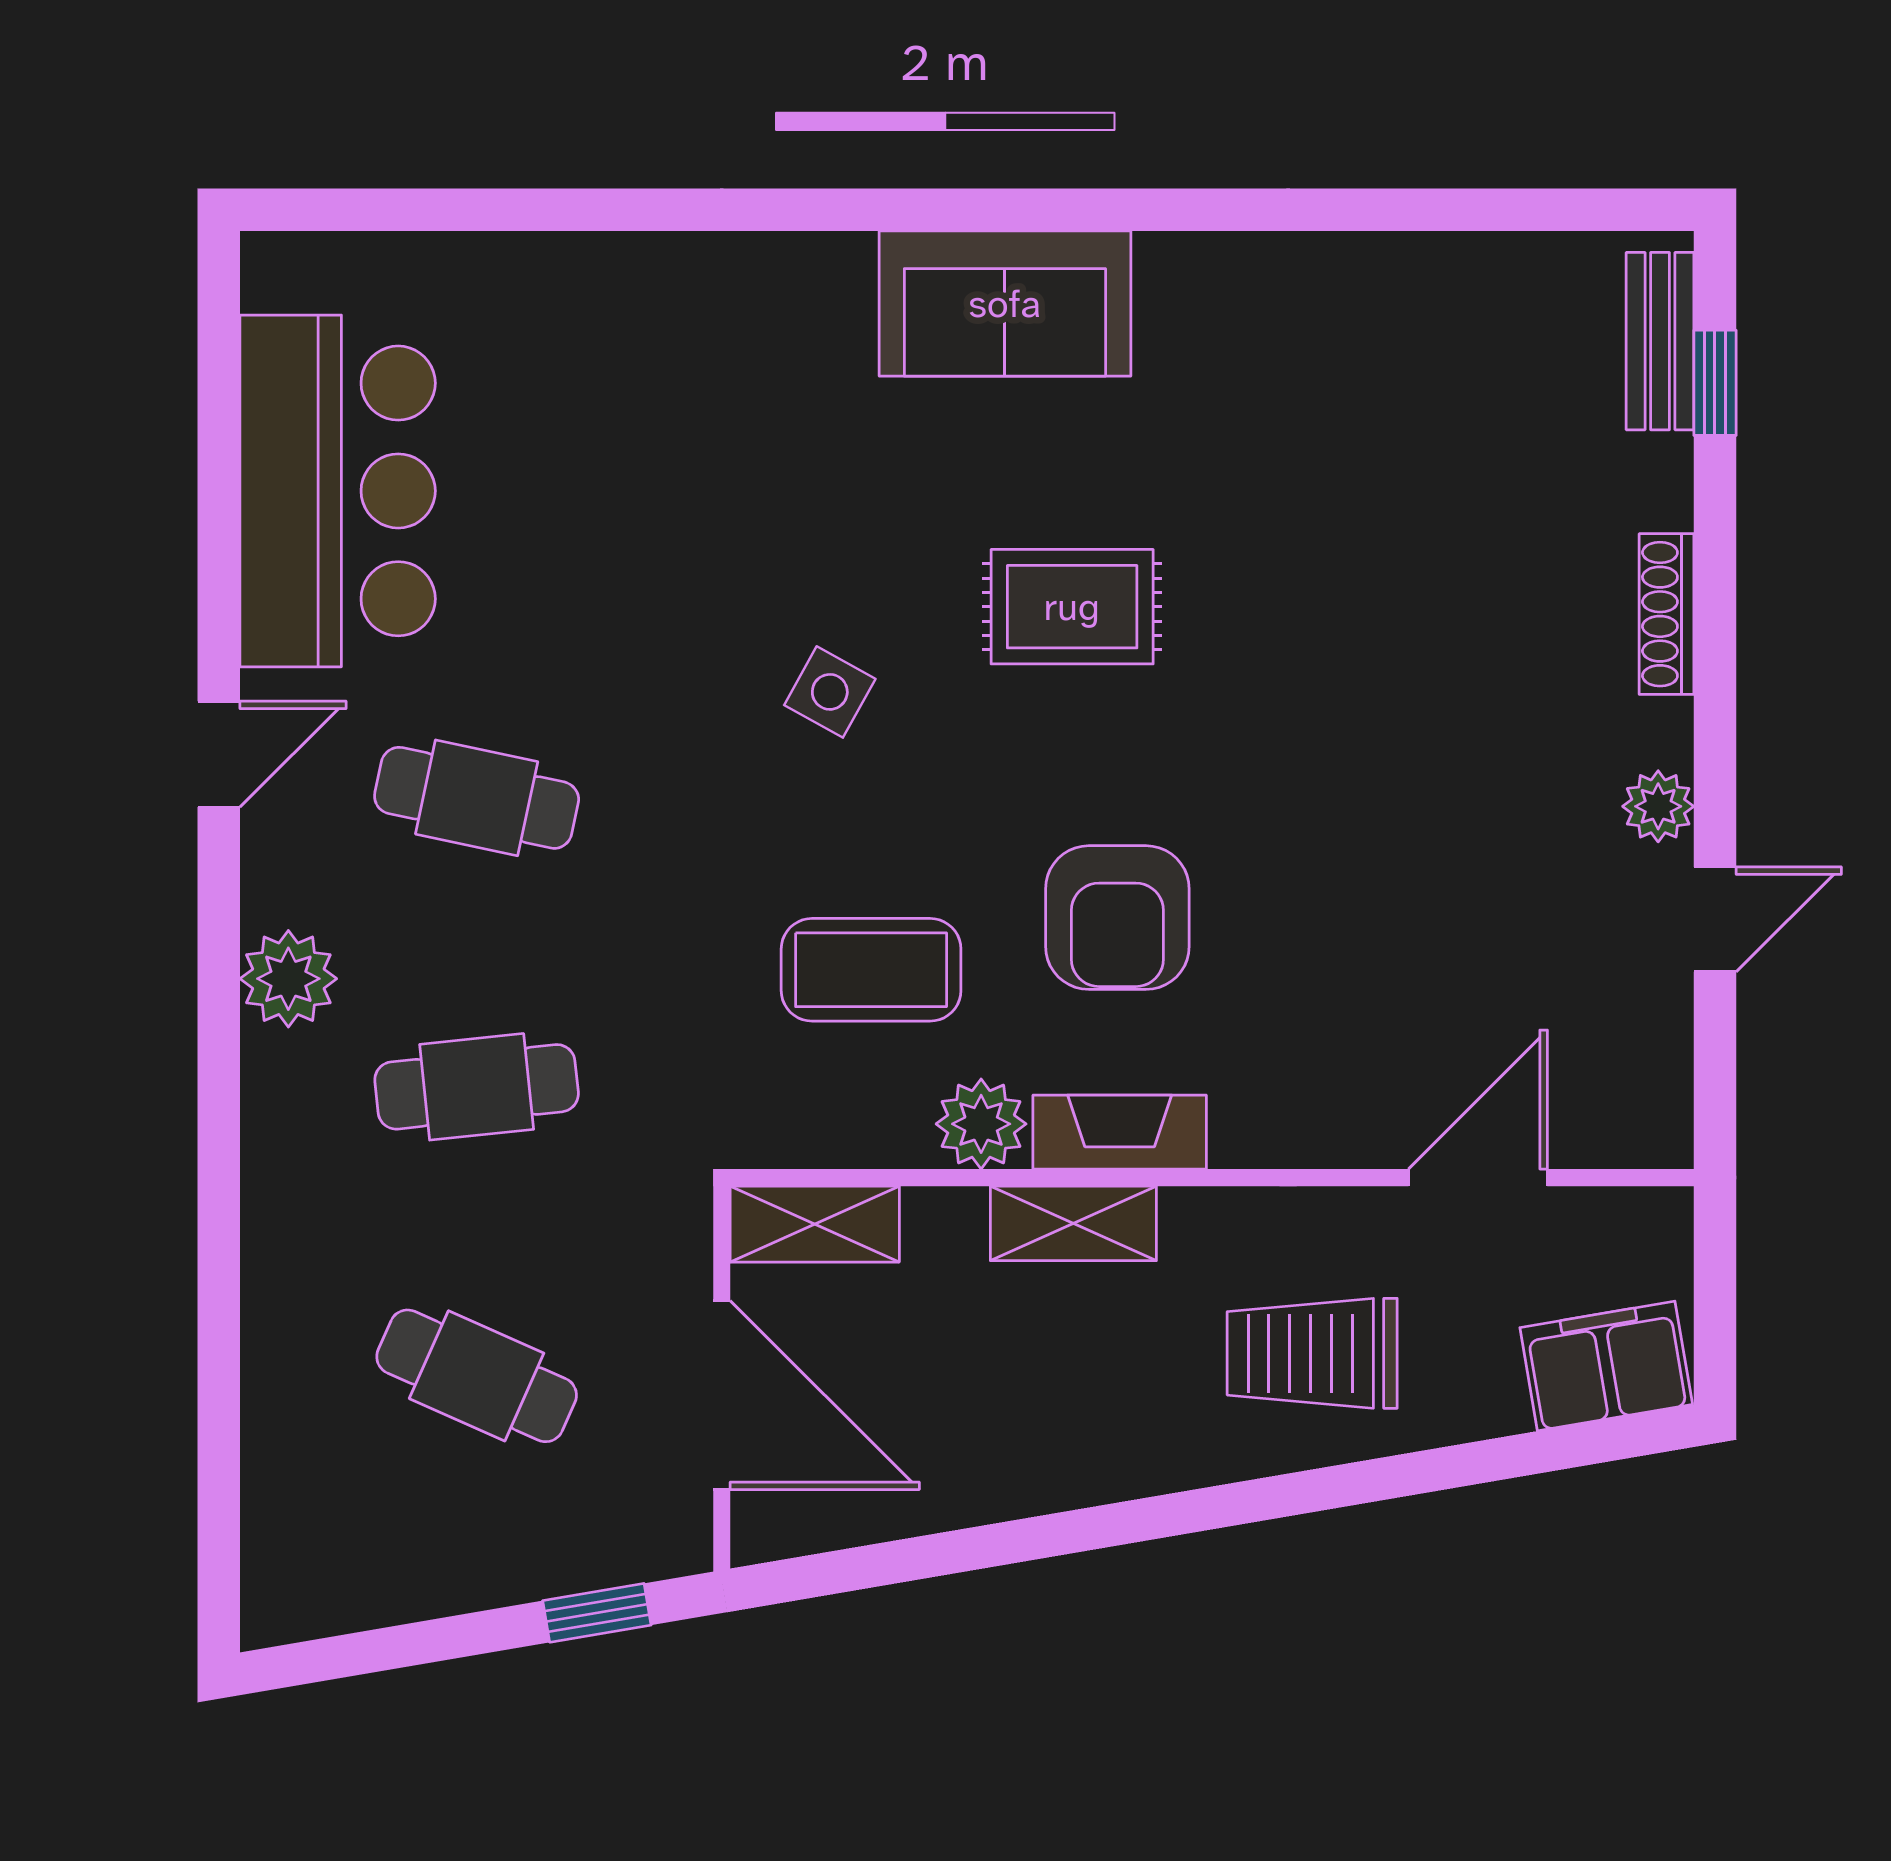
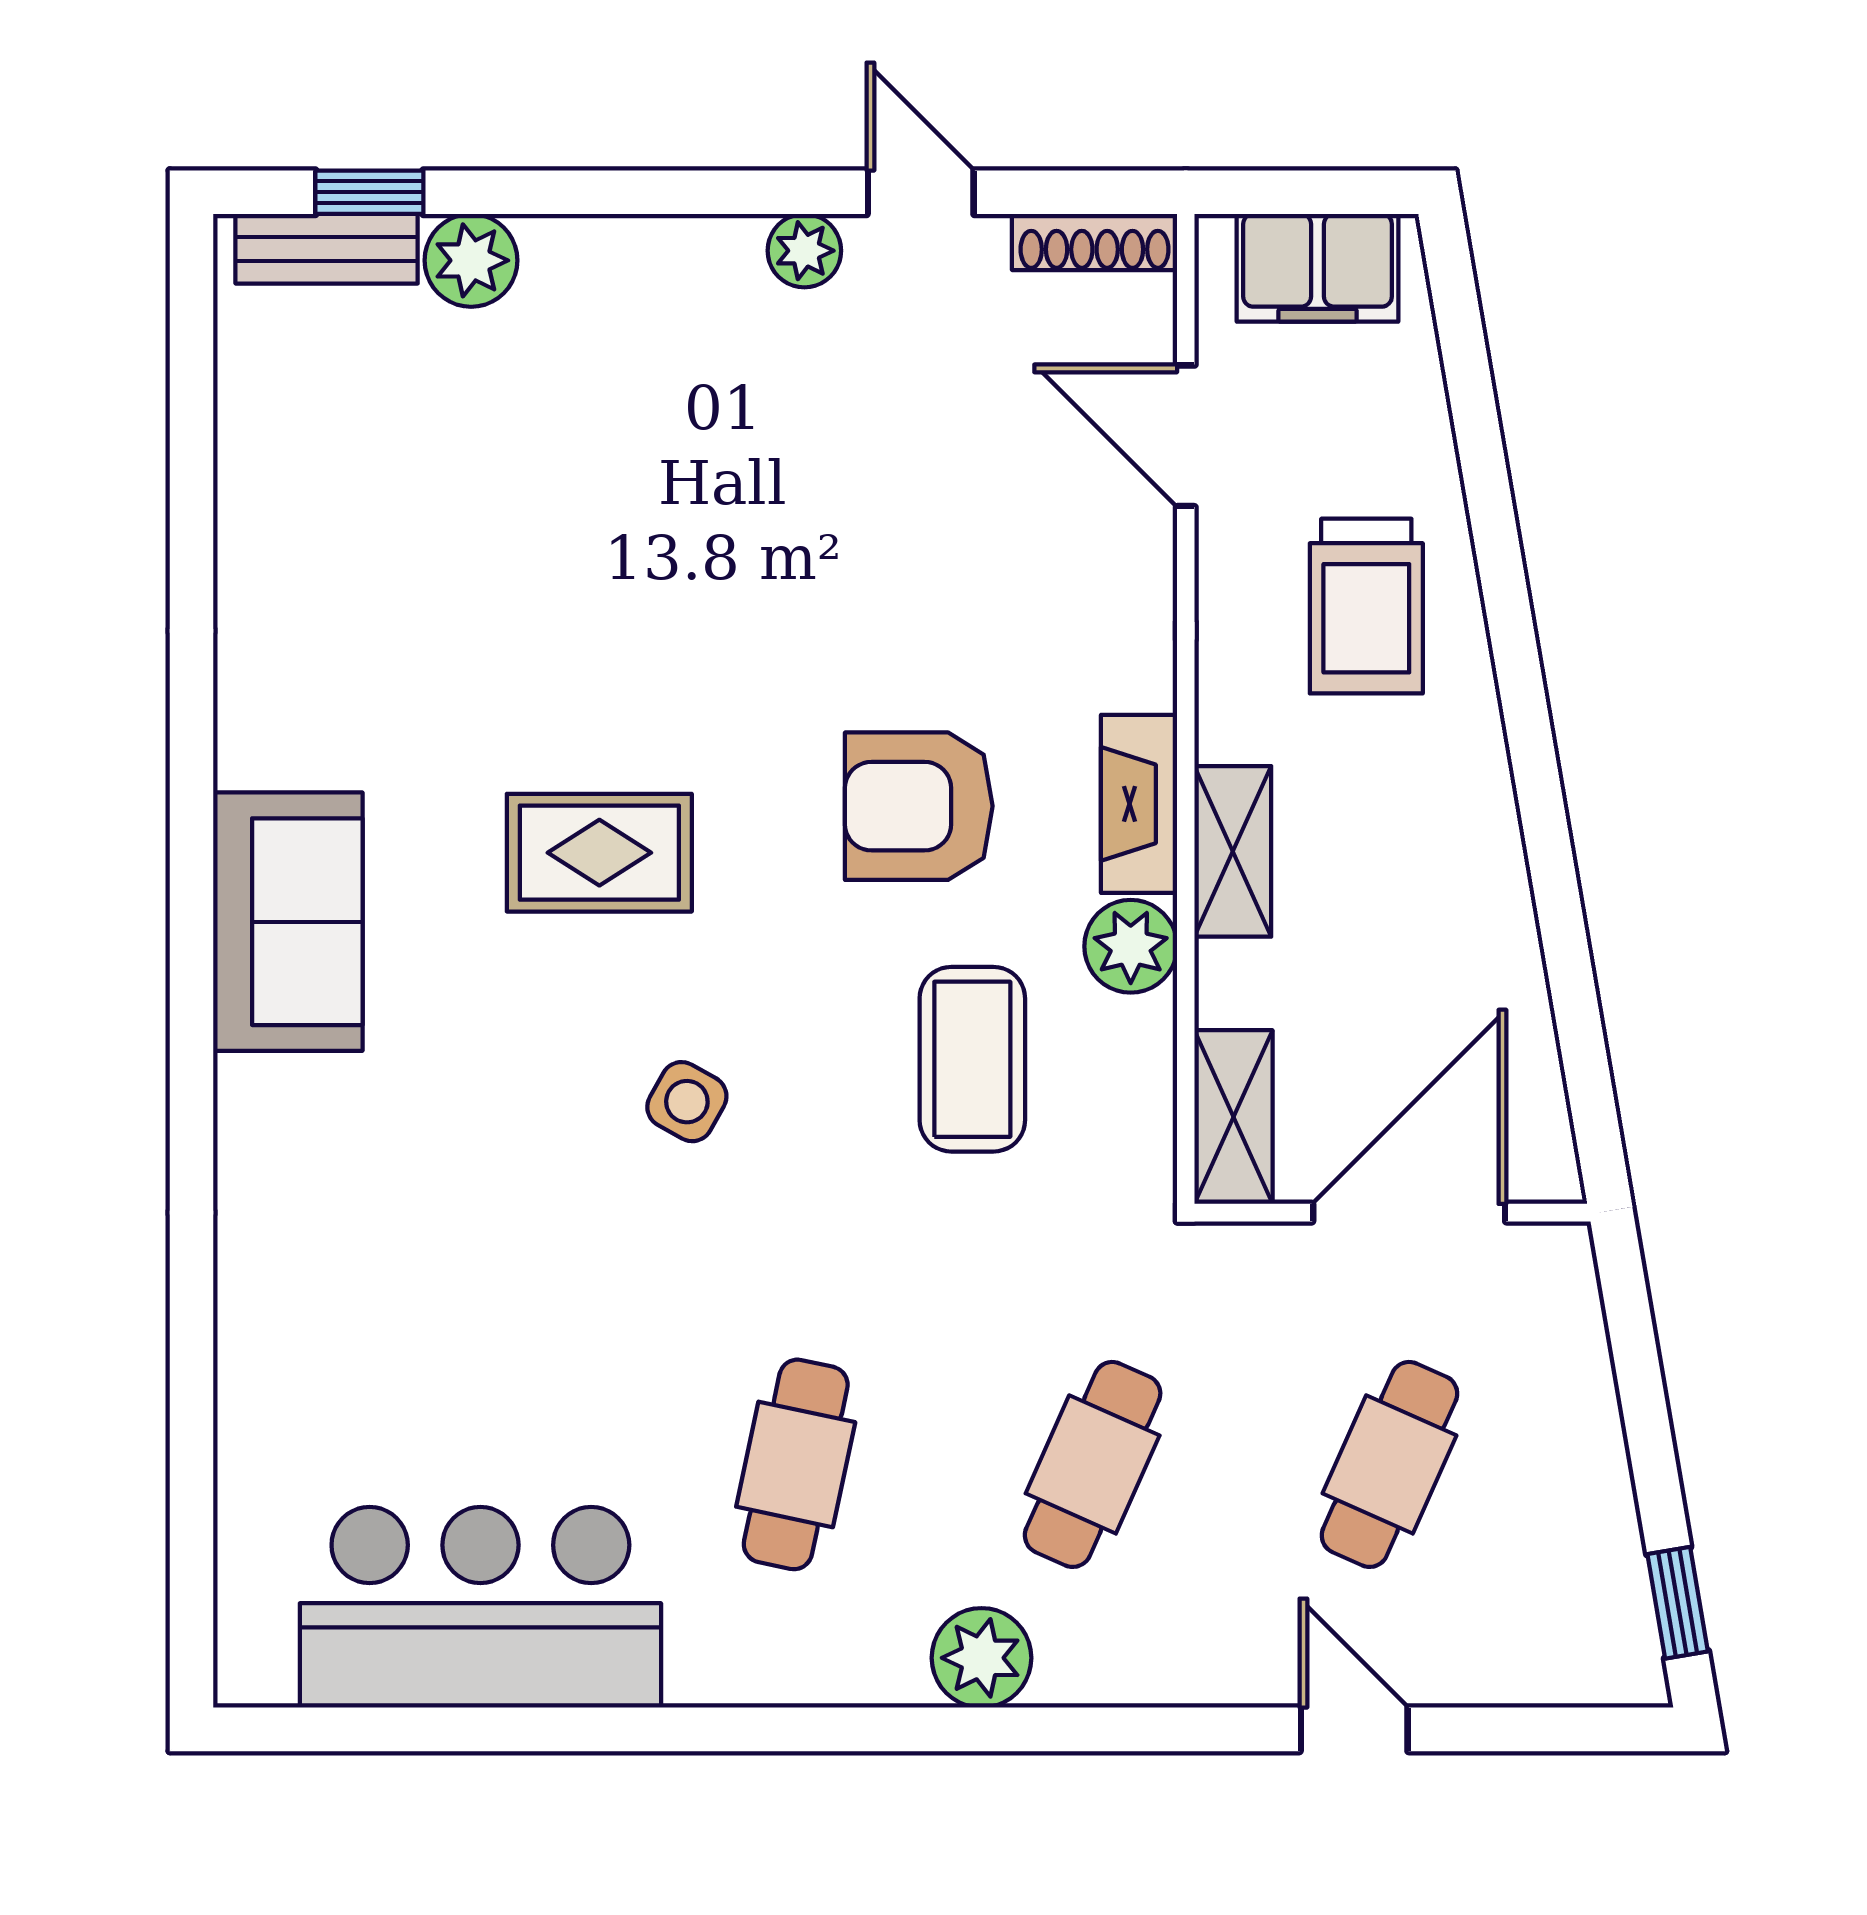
plant: (1649, 482) -> (471, 260), added
rug: (1072, 607) -> (599, 853), turned 90
shoe rack: (1667, 614) -> (1095, 242), moved
door: (219, 754) -> (1354, 1729), moved
armchair: (1117, 918) -> (919, 806), turned 180
cafe table: (477, 1087) -> (1093, 1464), turned 30
filing cabinet: (1606, 1366) -> (1318, 268), moved, turned -80
window: (597, 1613) -> (1678, 1603), moved

